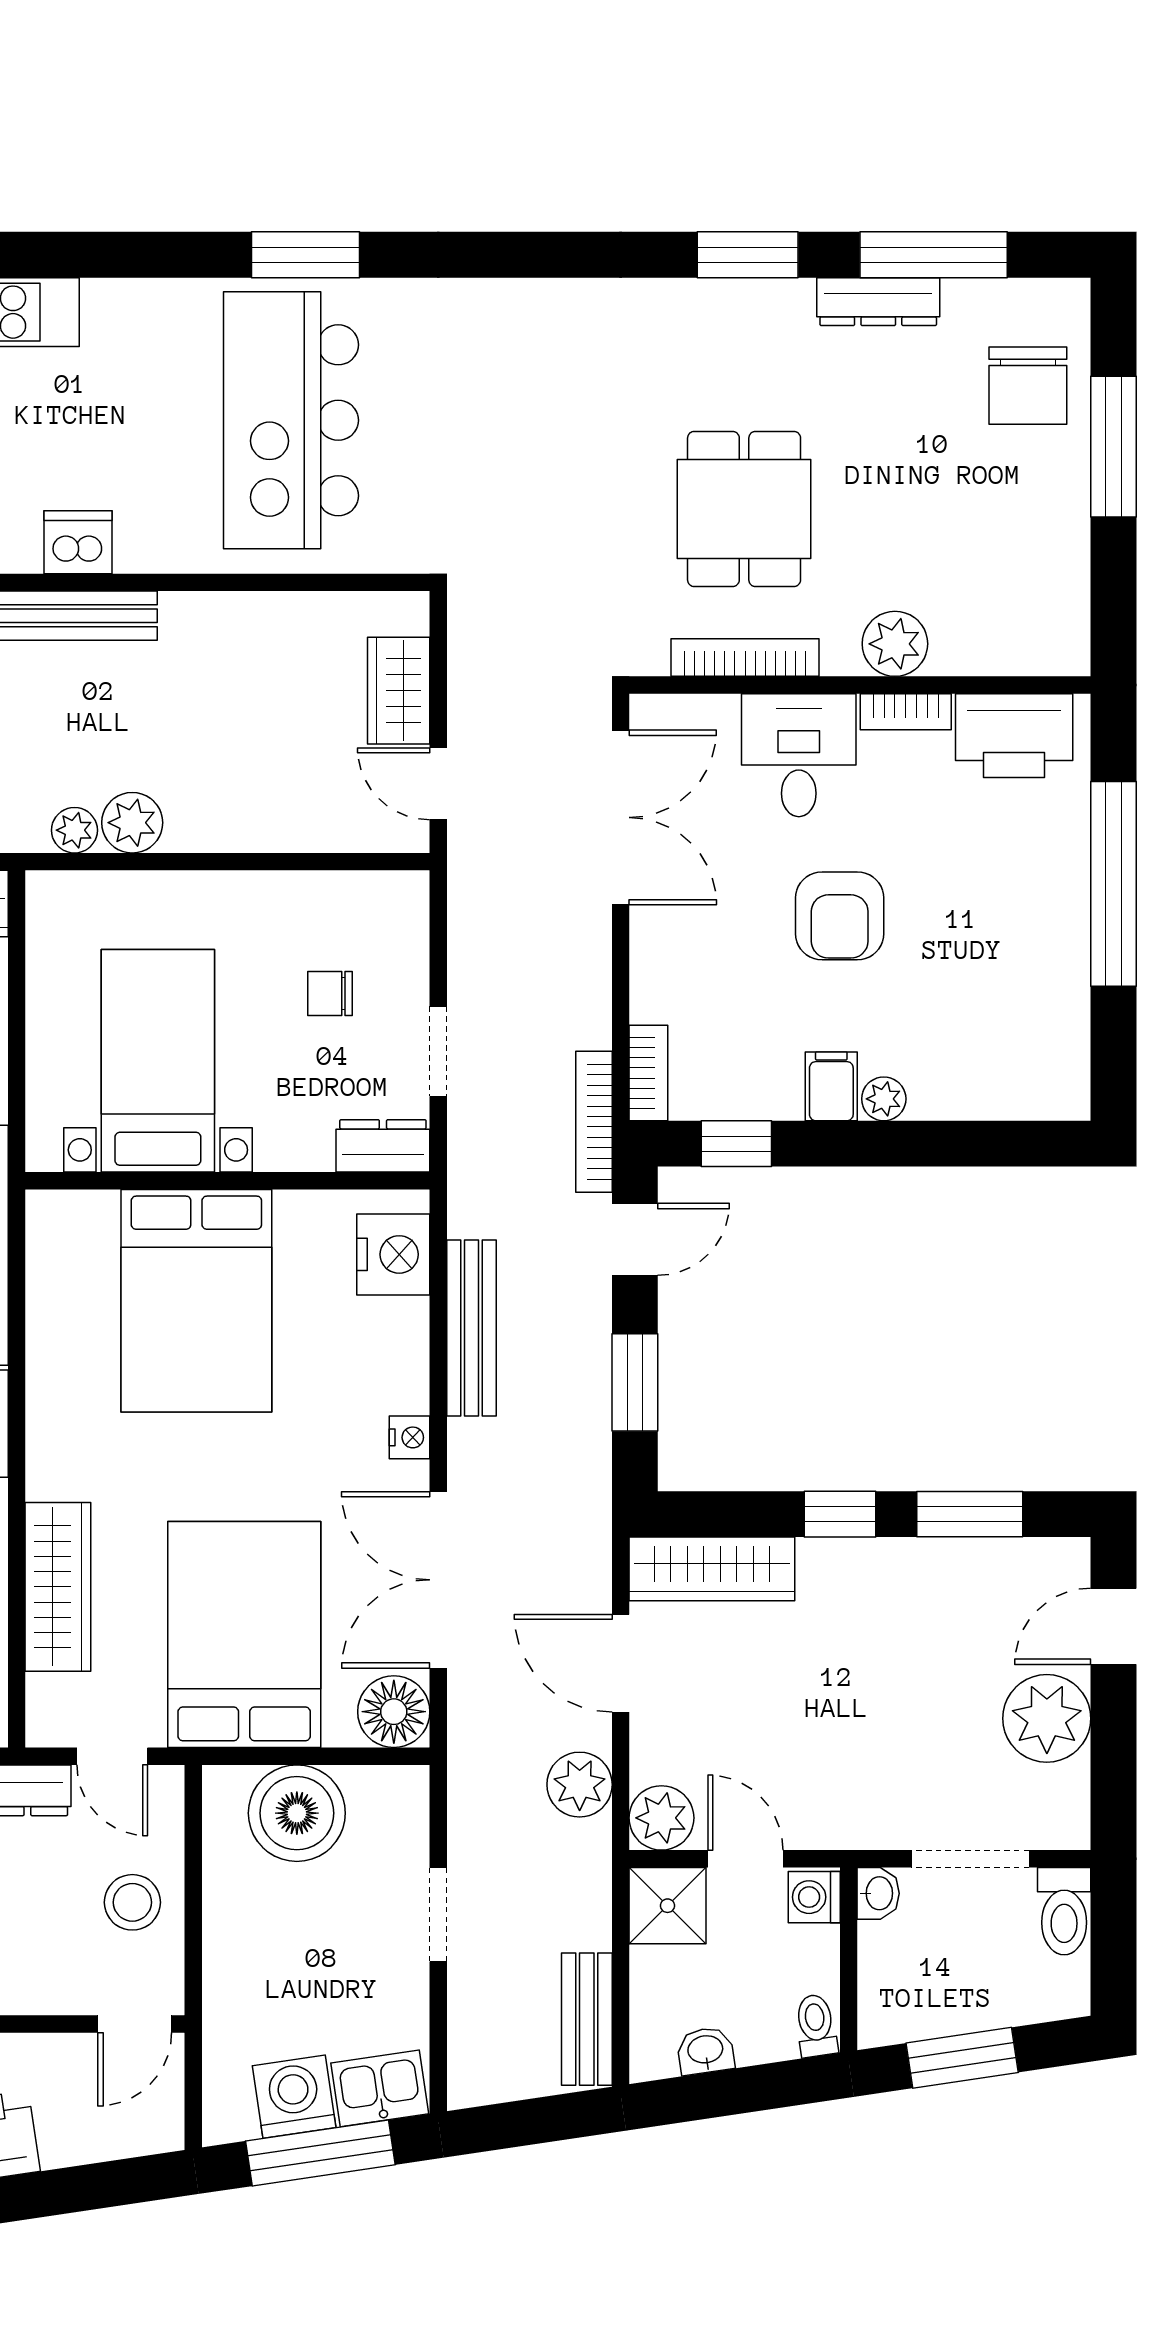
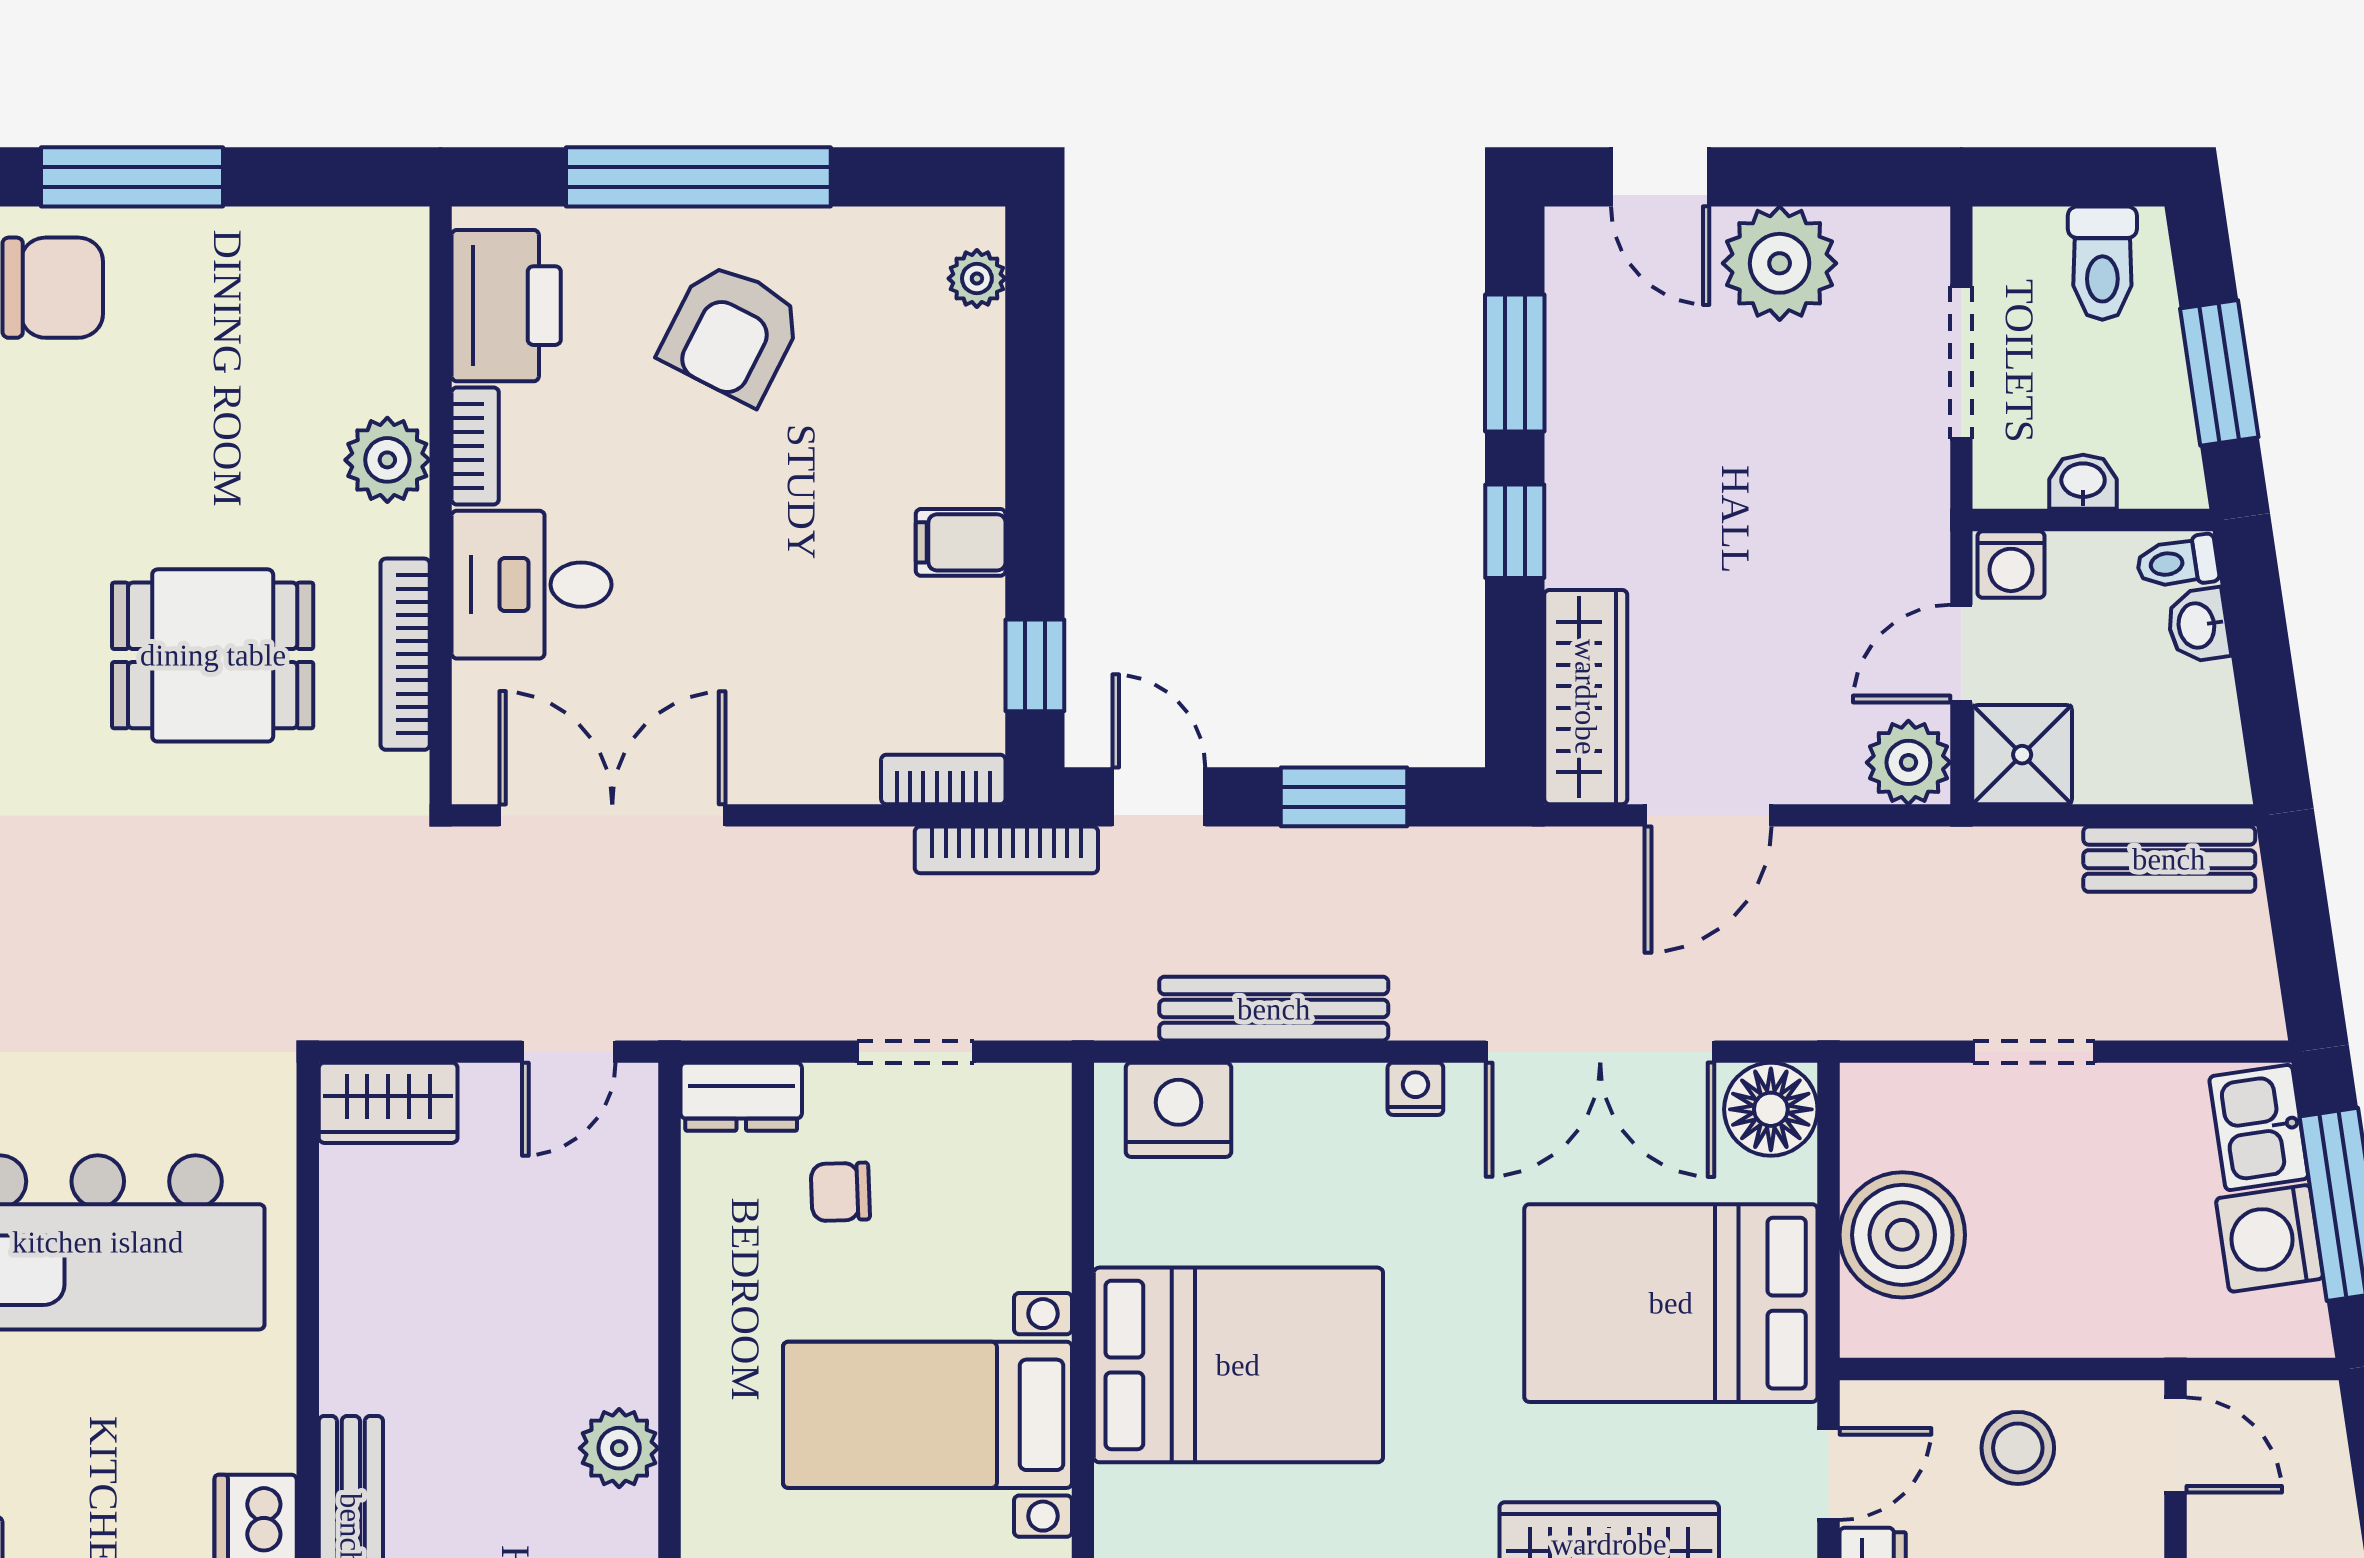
wardrobe: (399, 691) -> (388, 1103), moved
plant: (74, 830) -> (629, 1523), removed
armchair: (840, 916) -> (732, 333), moved, turned 117
chair: (330, 993) -> (840, 1192), turned 88
plant: (884, 1099) -> (977, 278), moved
dresser: (383, 1146) -> (741, 1097), moved, turned -90
plant: (580, 1785) -> (1865, 869), removed
washbasin: (878, 1893) -> (2083, 482), moved
toilet: (1064, 1911) -> (2102, 263), moved, turned 90
washbasin: (705, 2051) -> (2198, 625), moved

